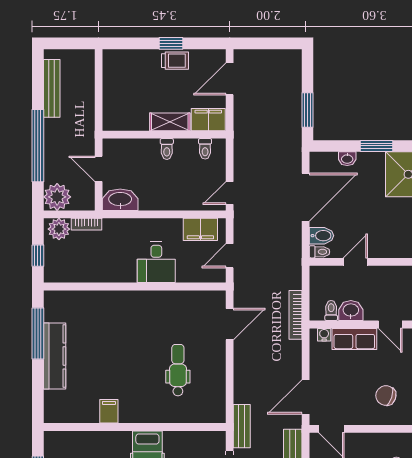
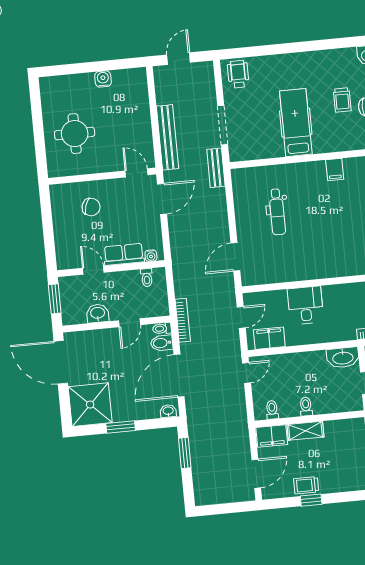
washbasin: (347, 159) -> (168, 411), moved
washbasin: (351, 311) -> (98, 313), moved, turned 180
bookcase: (296, 315) -> (183, 320), moved

